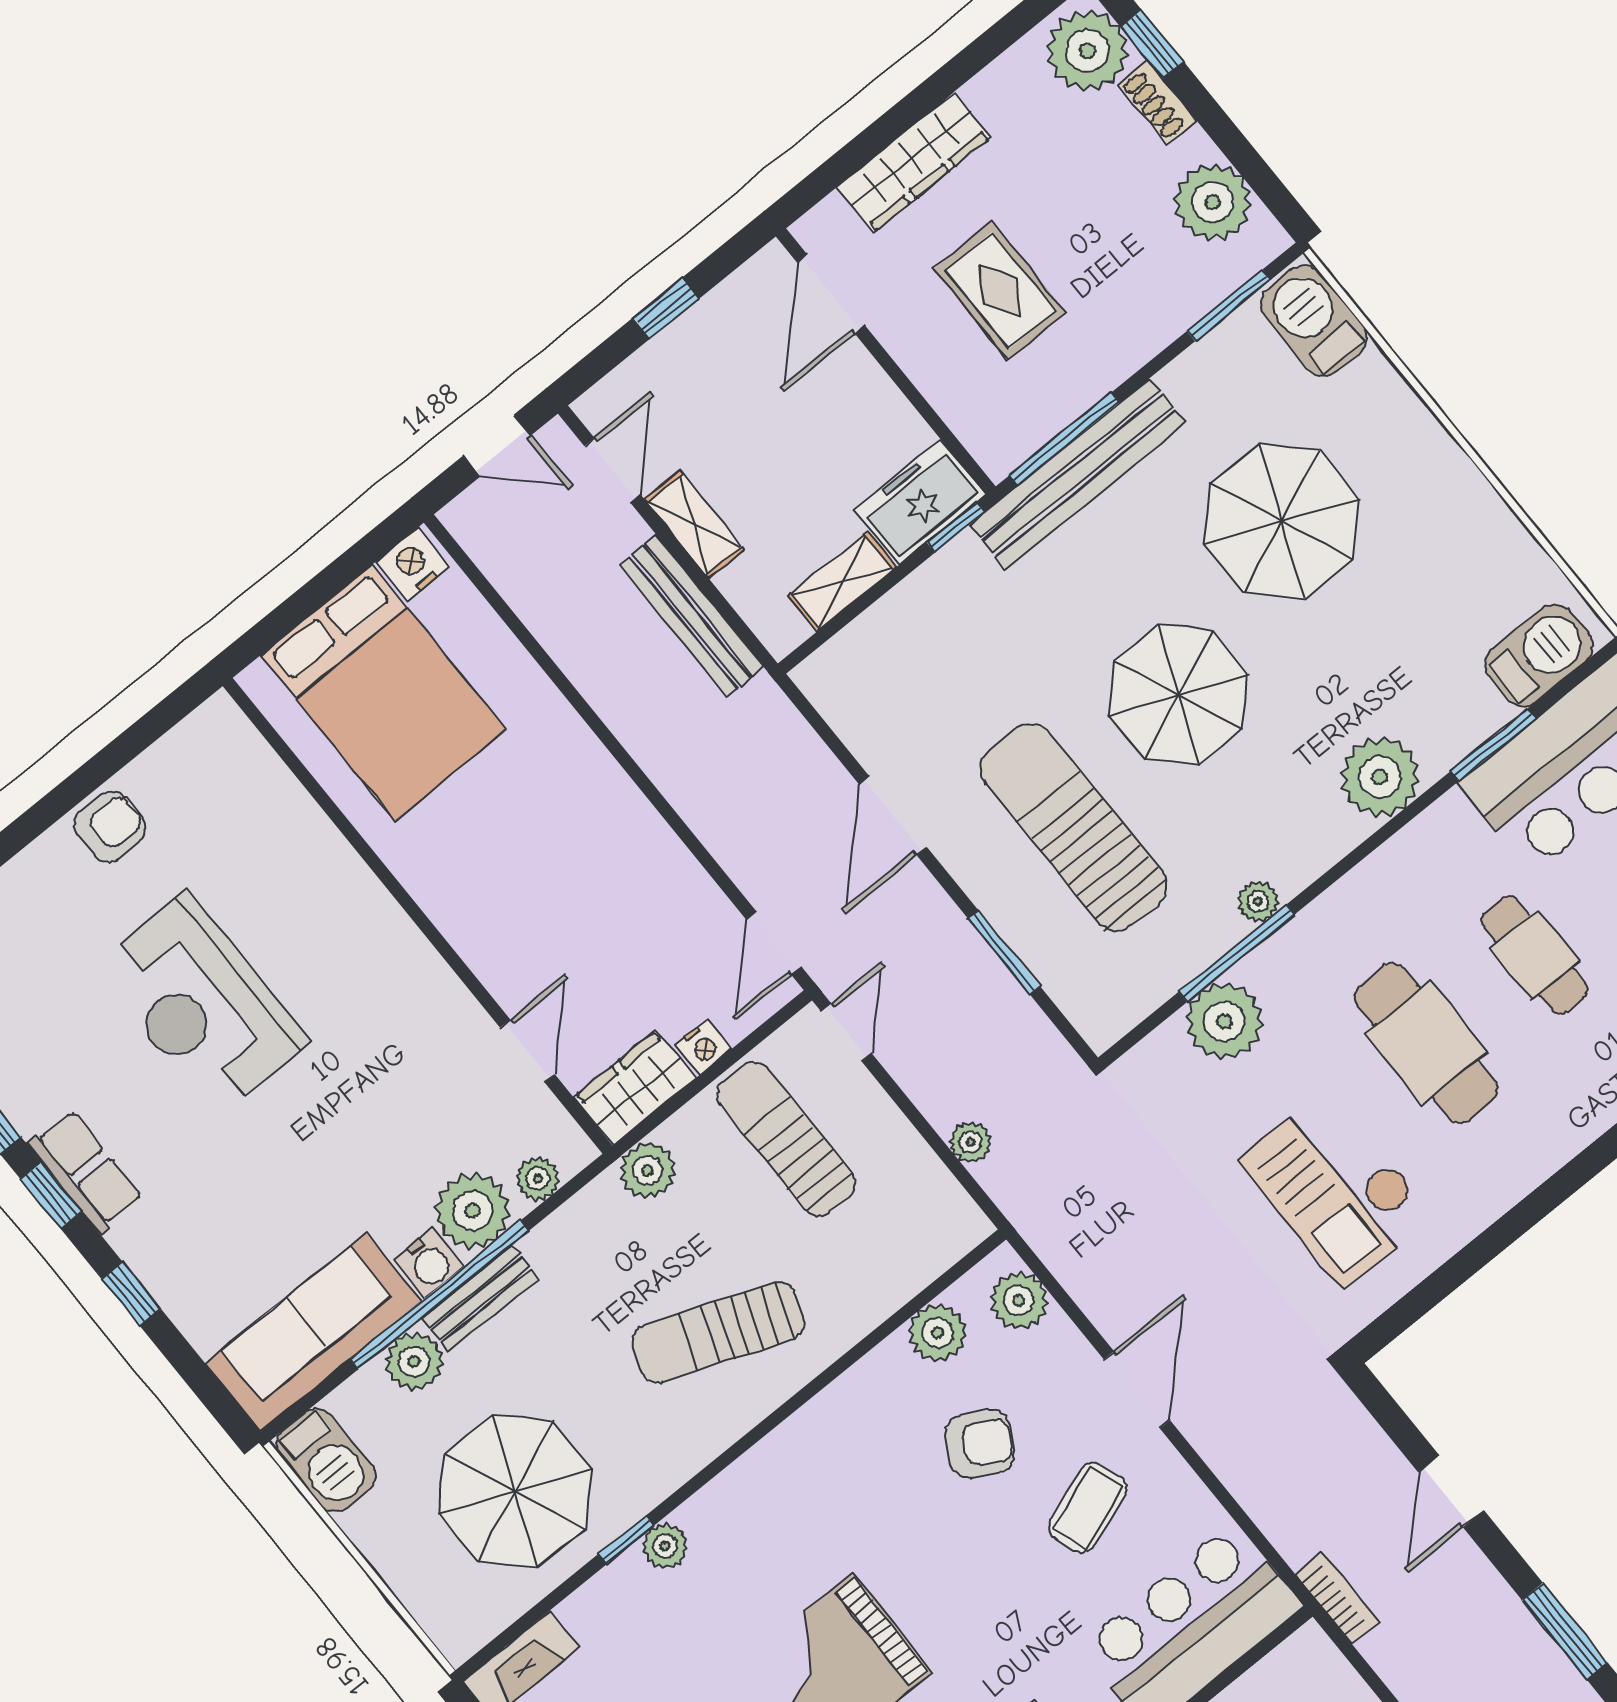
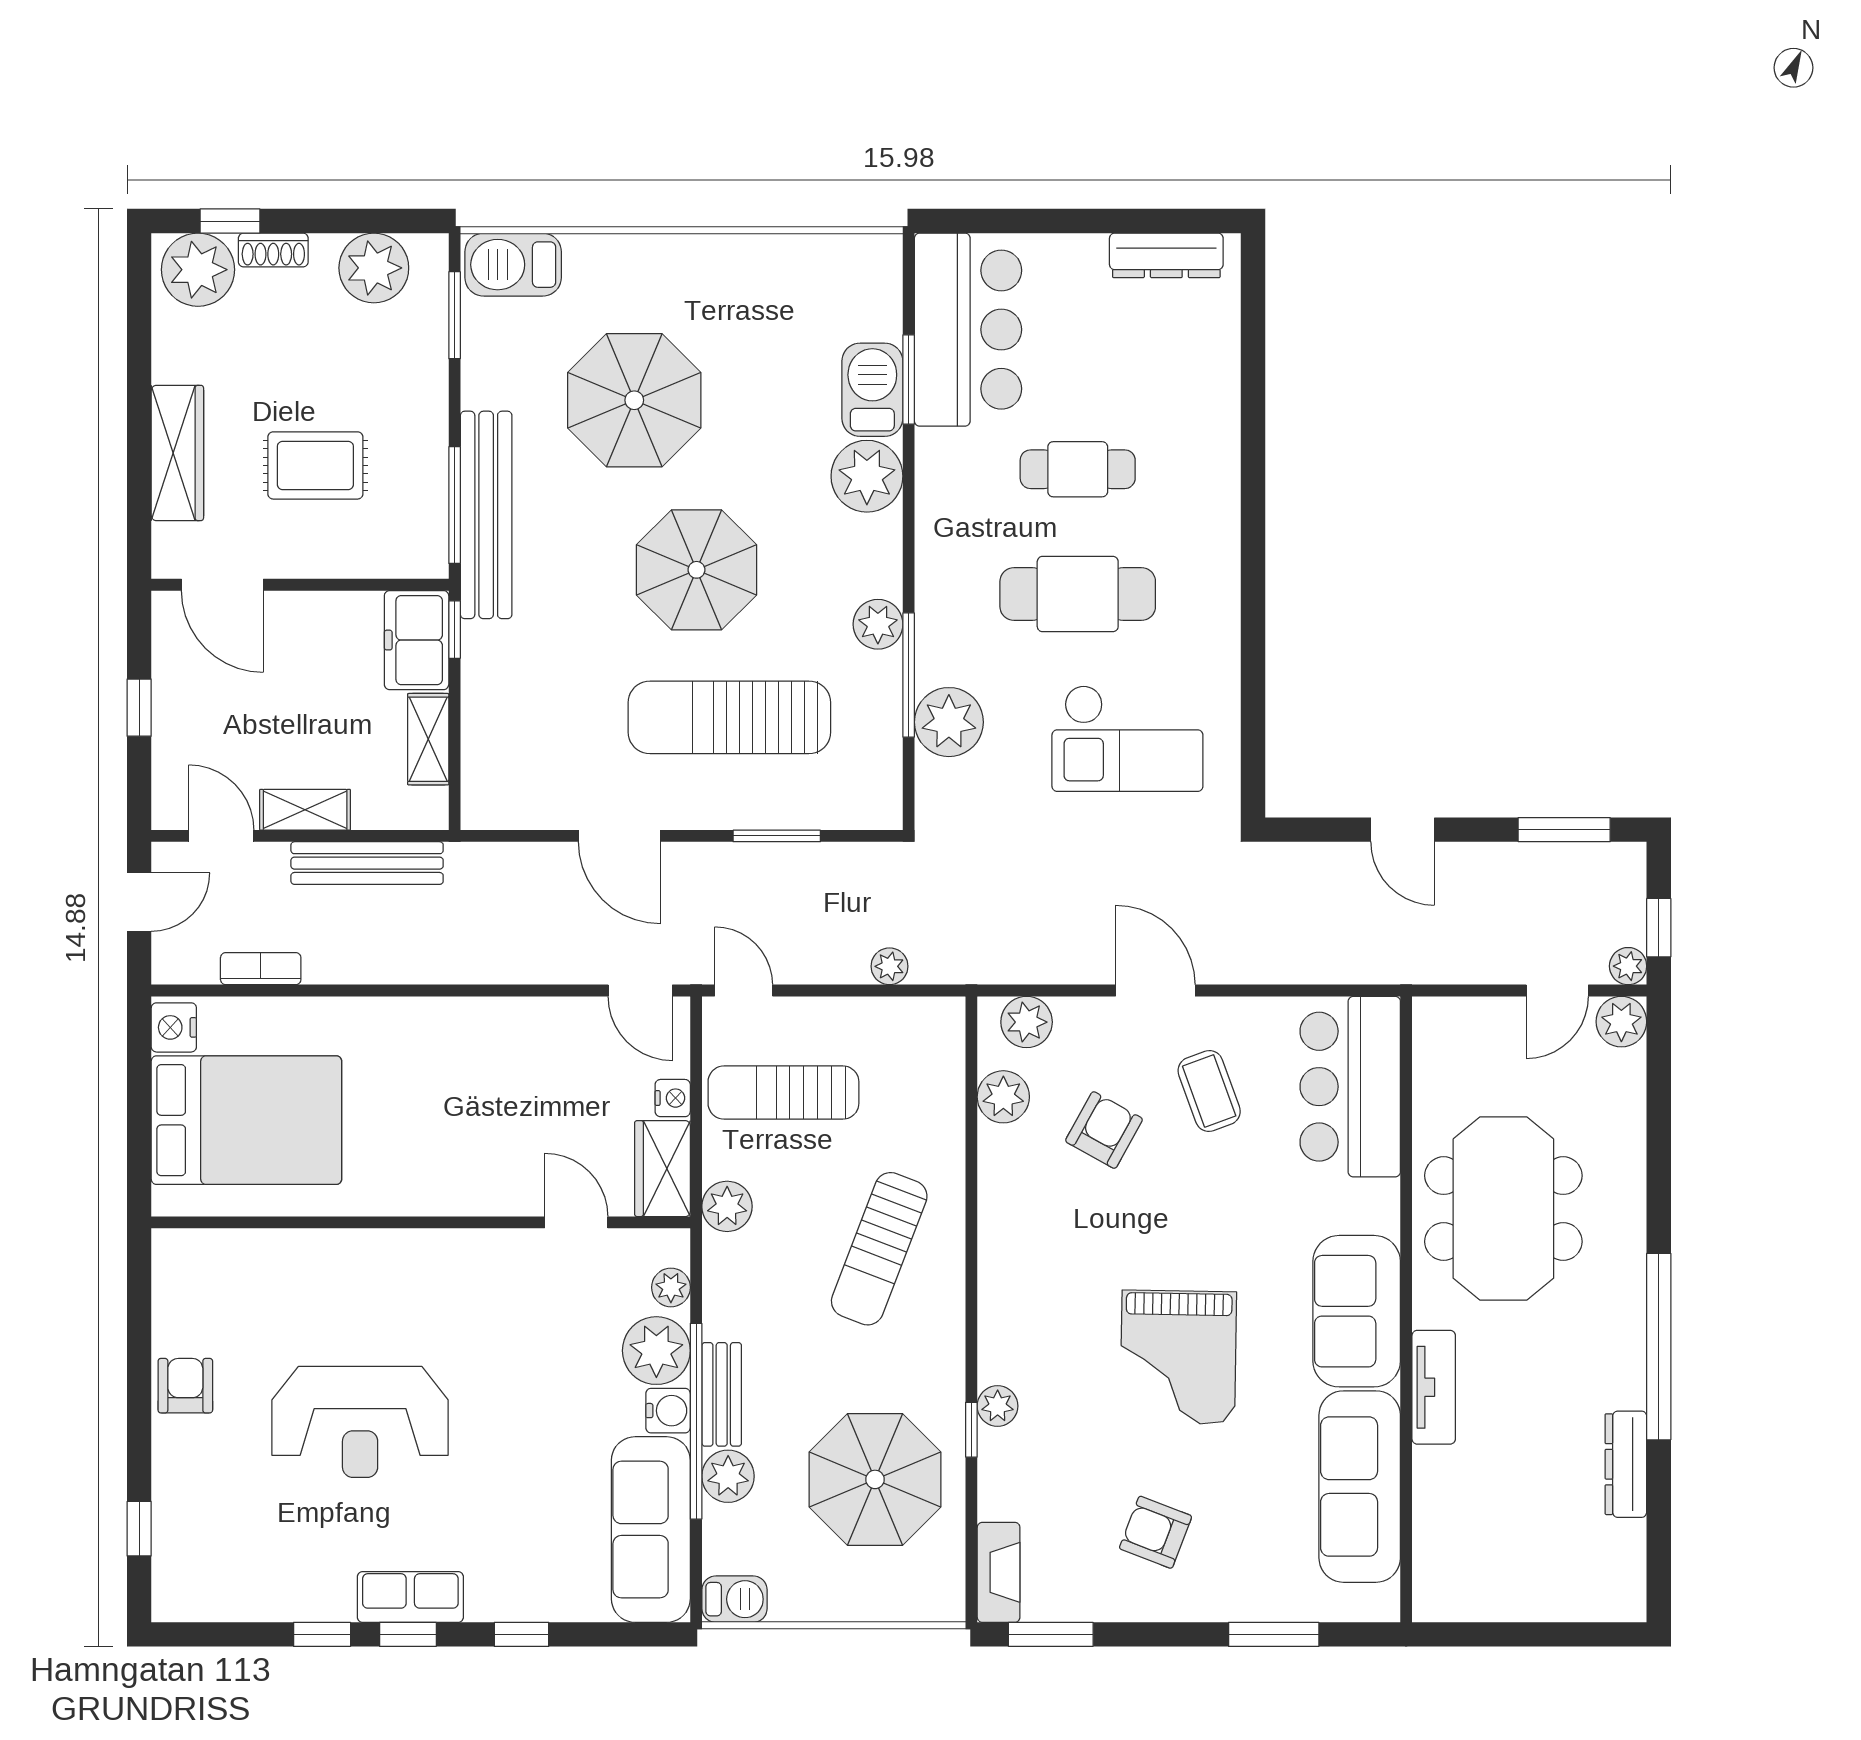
barbecue: (1539, 655) -> (872, 390), moved
plant: (1258, 901) -> (878, 624), width x1.38, depth x1.38
barbecue: (326, 1460) -> (735, 1599), width x0.73, depth x0.79
bookcase: (1338, 1598) -> (261, 969), moved

